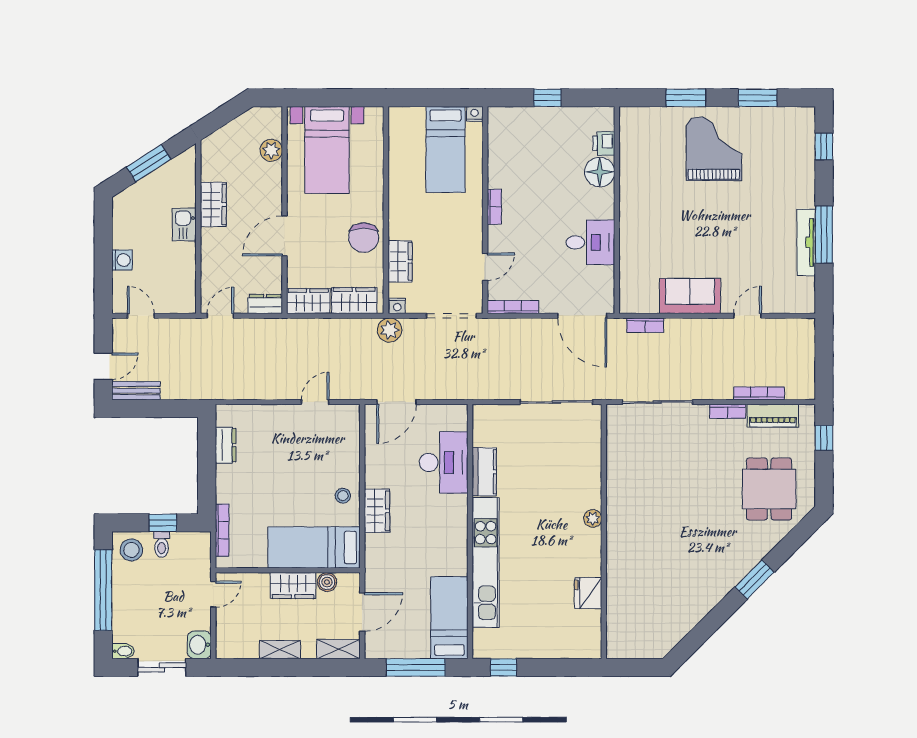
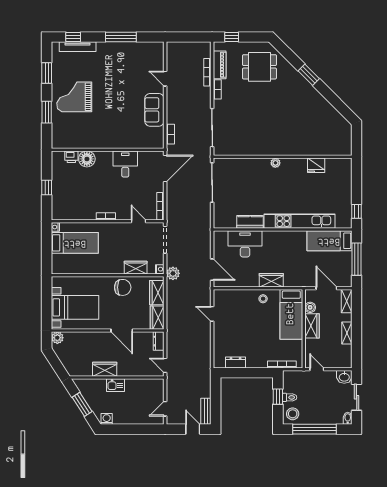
plant: (271, 150) -> (57, 338), moved
tv unit: (806, 242) -> (78, 47), moved
washing machine: (122, 260) -> (107, 419), moved

